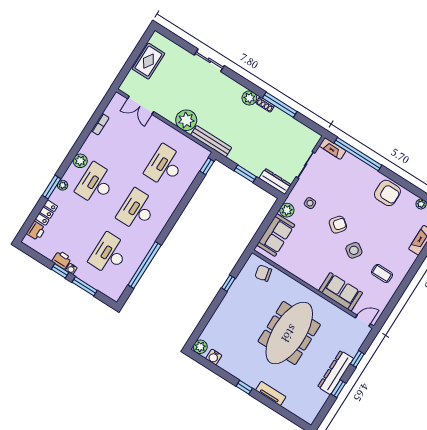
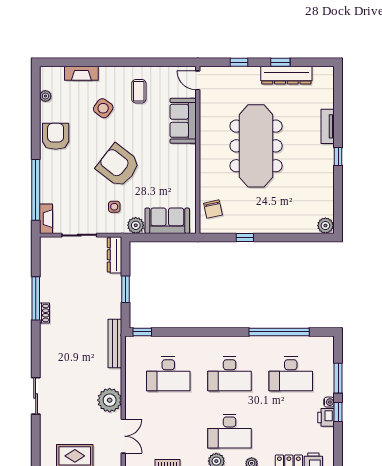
plant: (249, 98) -> (48, 333), removed
plant: (186, 120) -> (110, 400), moved
armchair: (338, 225) -> (118, 166), width x1.88, depth x1.88
side table: (354, 250) -> (103, 108), moved
meeting table: (289, 333) -> (256, 146), turned 90
water cooler: (214, 357) -> (327, 206), removed
dresser: (336, 373) -> (286, 75), moved

